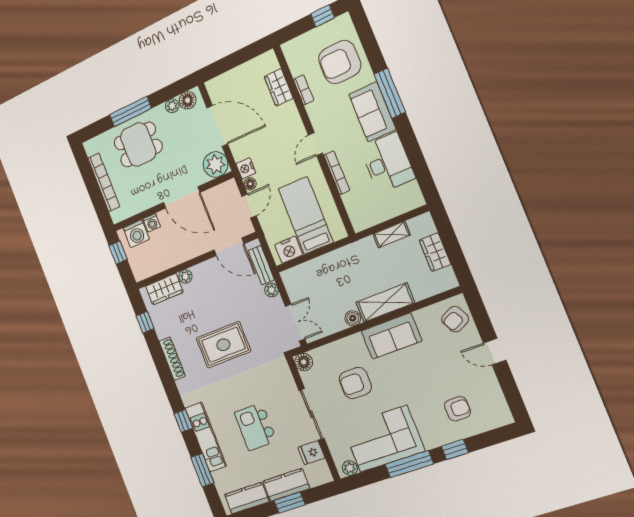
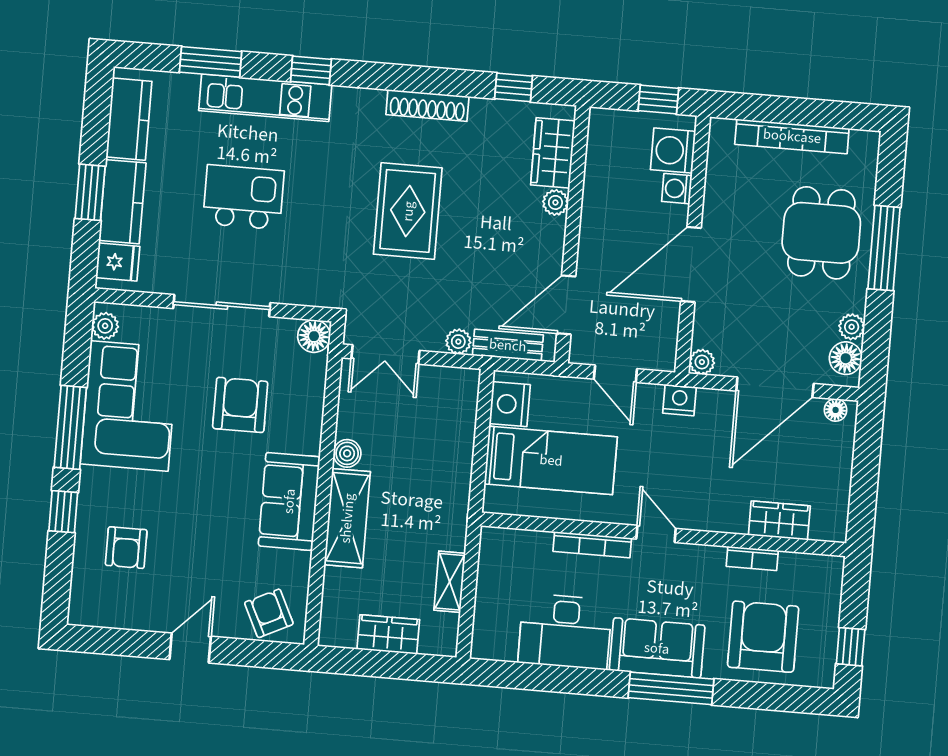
plant: (216, 164) -> (702, 362), width x0.53, depth x0.53
floor lamp: (250, 184) -> (836, 410), moved
fridge: (311, 453) -> (118, 262), moved, turned 90

